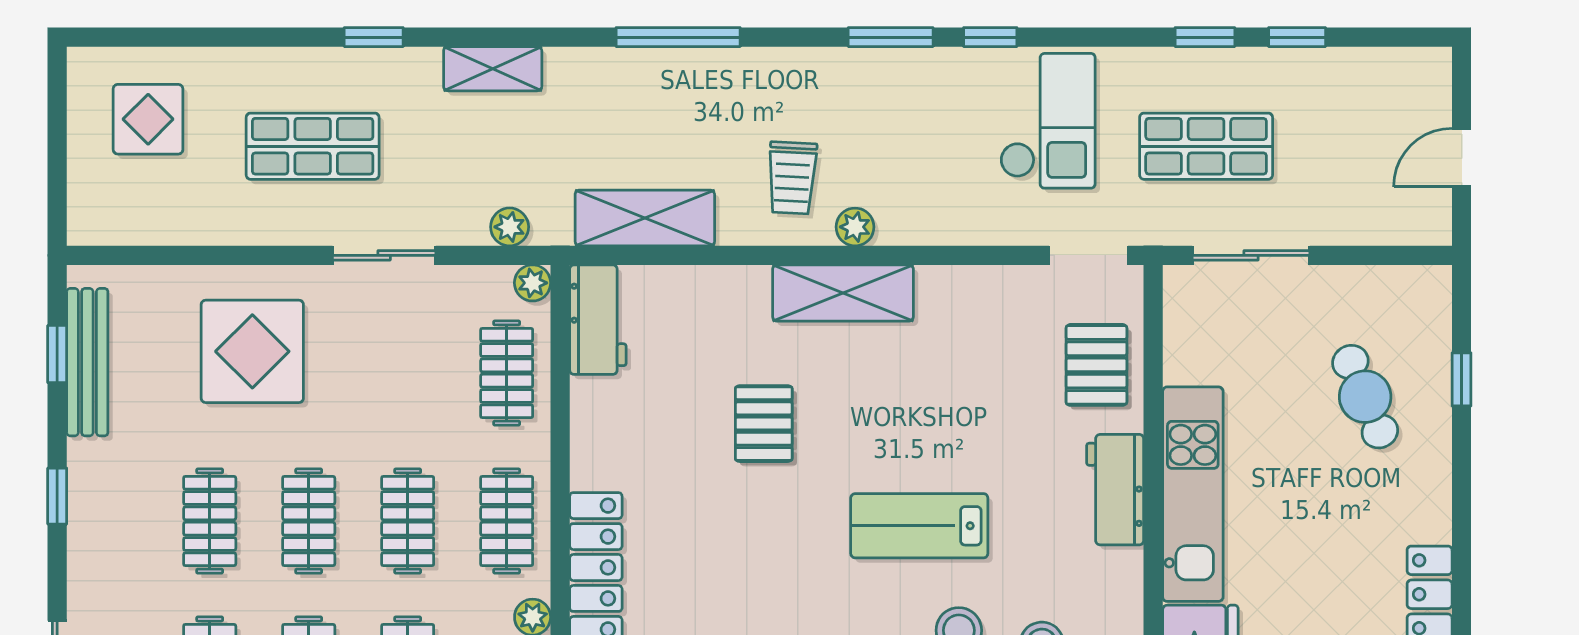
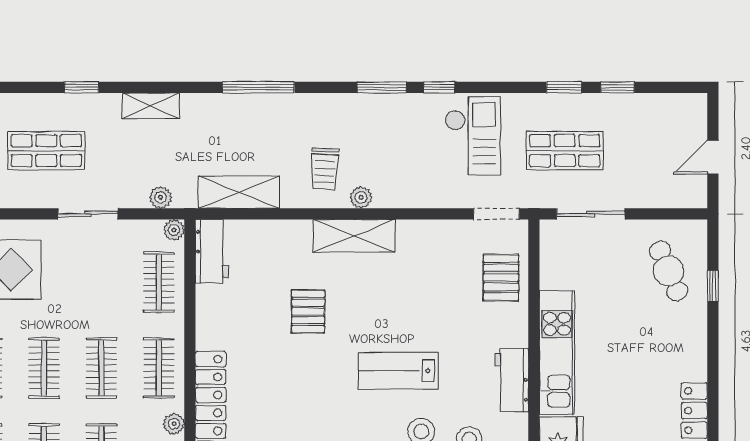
cafe table: (1365, 397) -> (669, 271), moved
workbench: (1115, 490) -> (512, 380), moved

